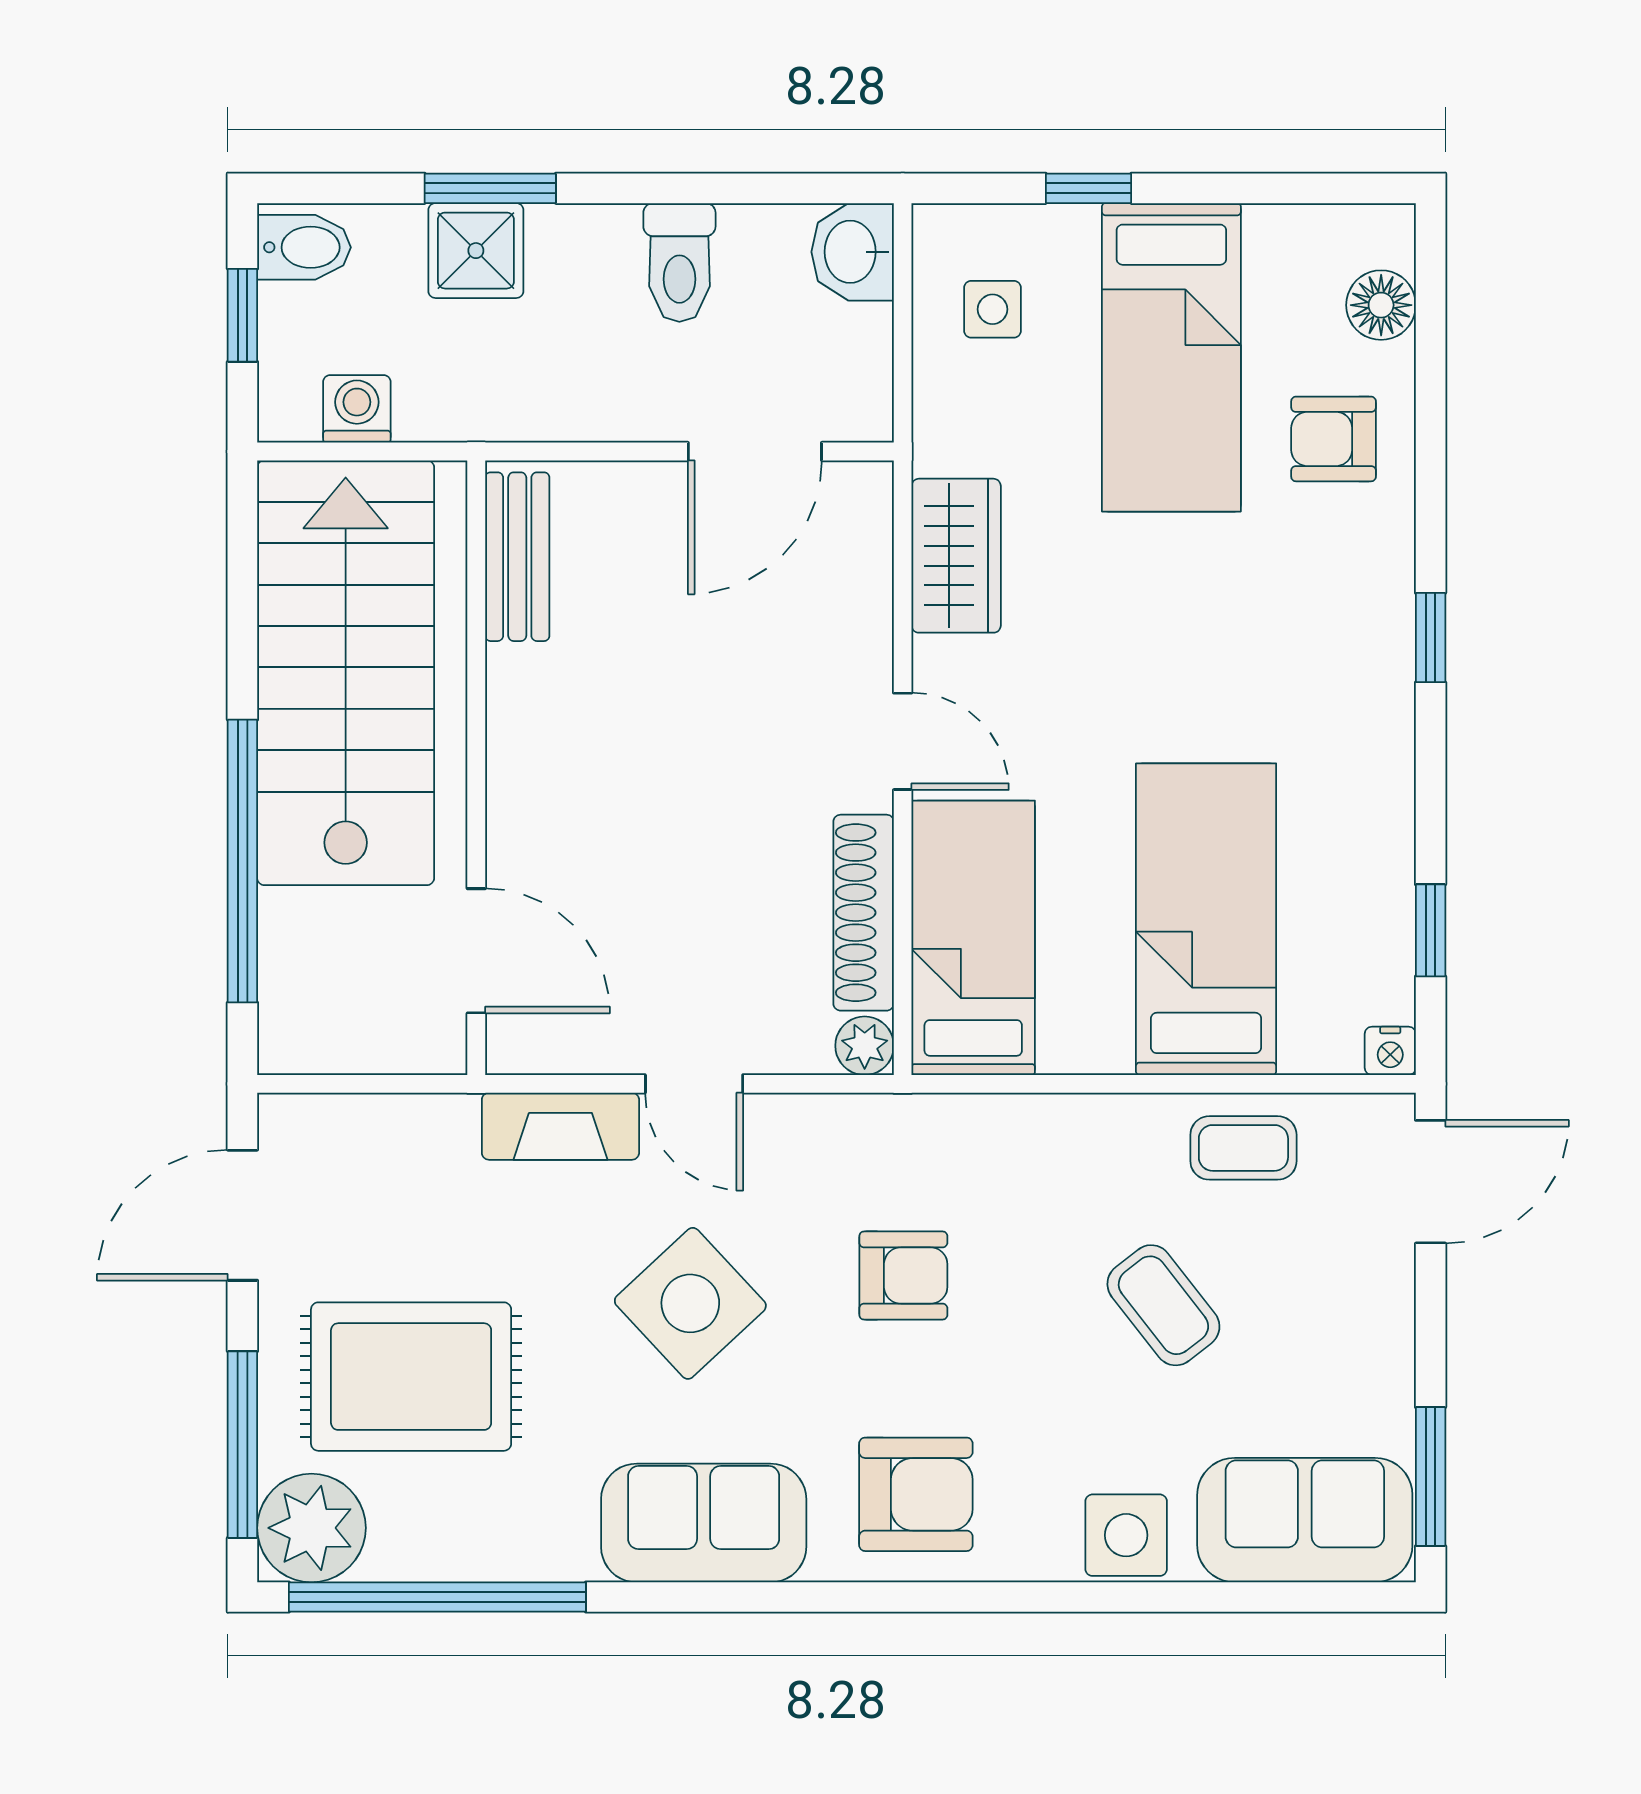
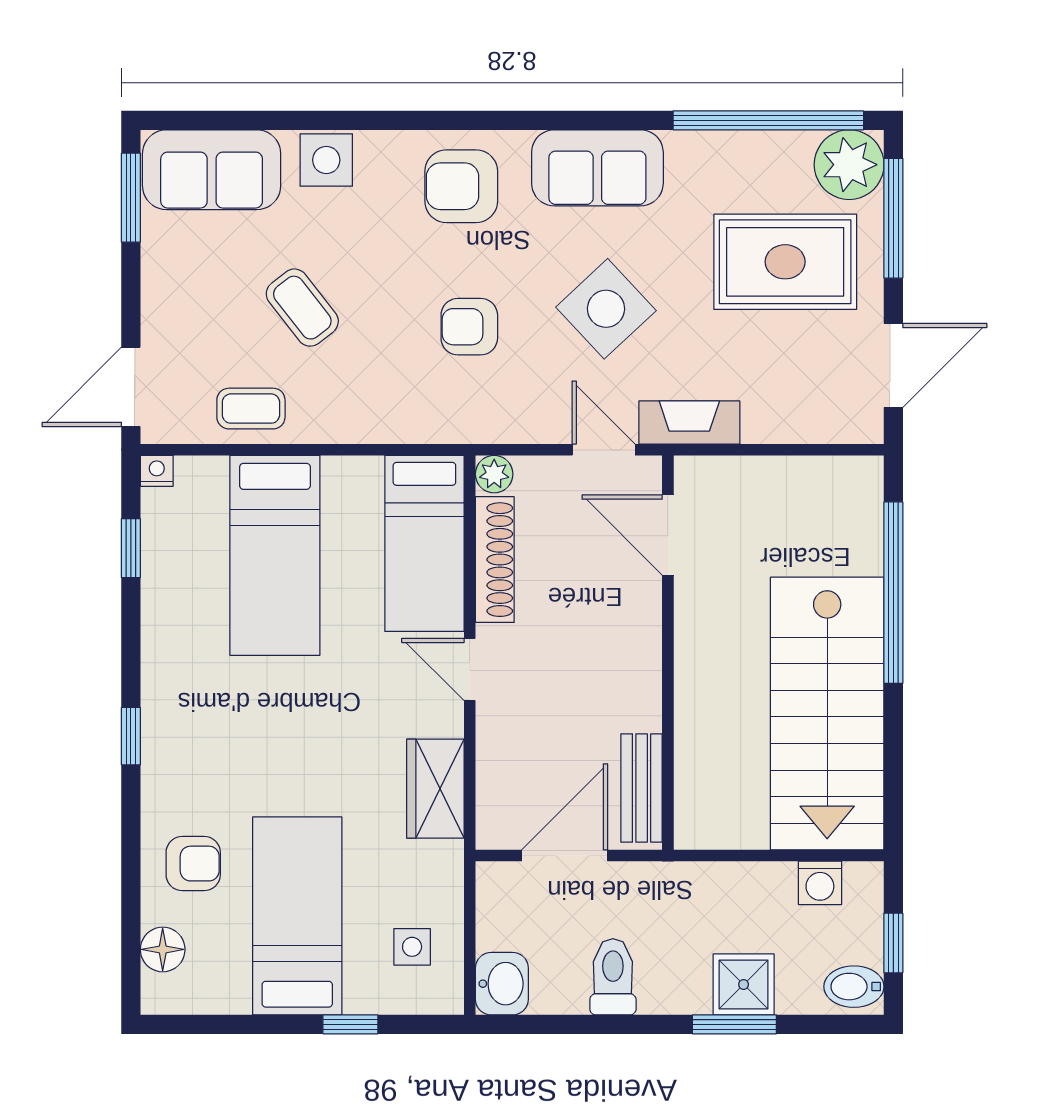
bench: (517, 557) -> (642, 788), moved
wall: (476, 768) -> (668, 653), moved
door: (476, 951) -> (668, 535), moved

